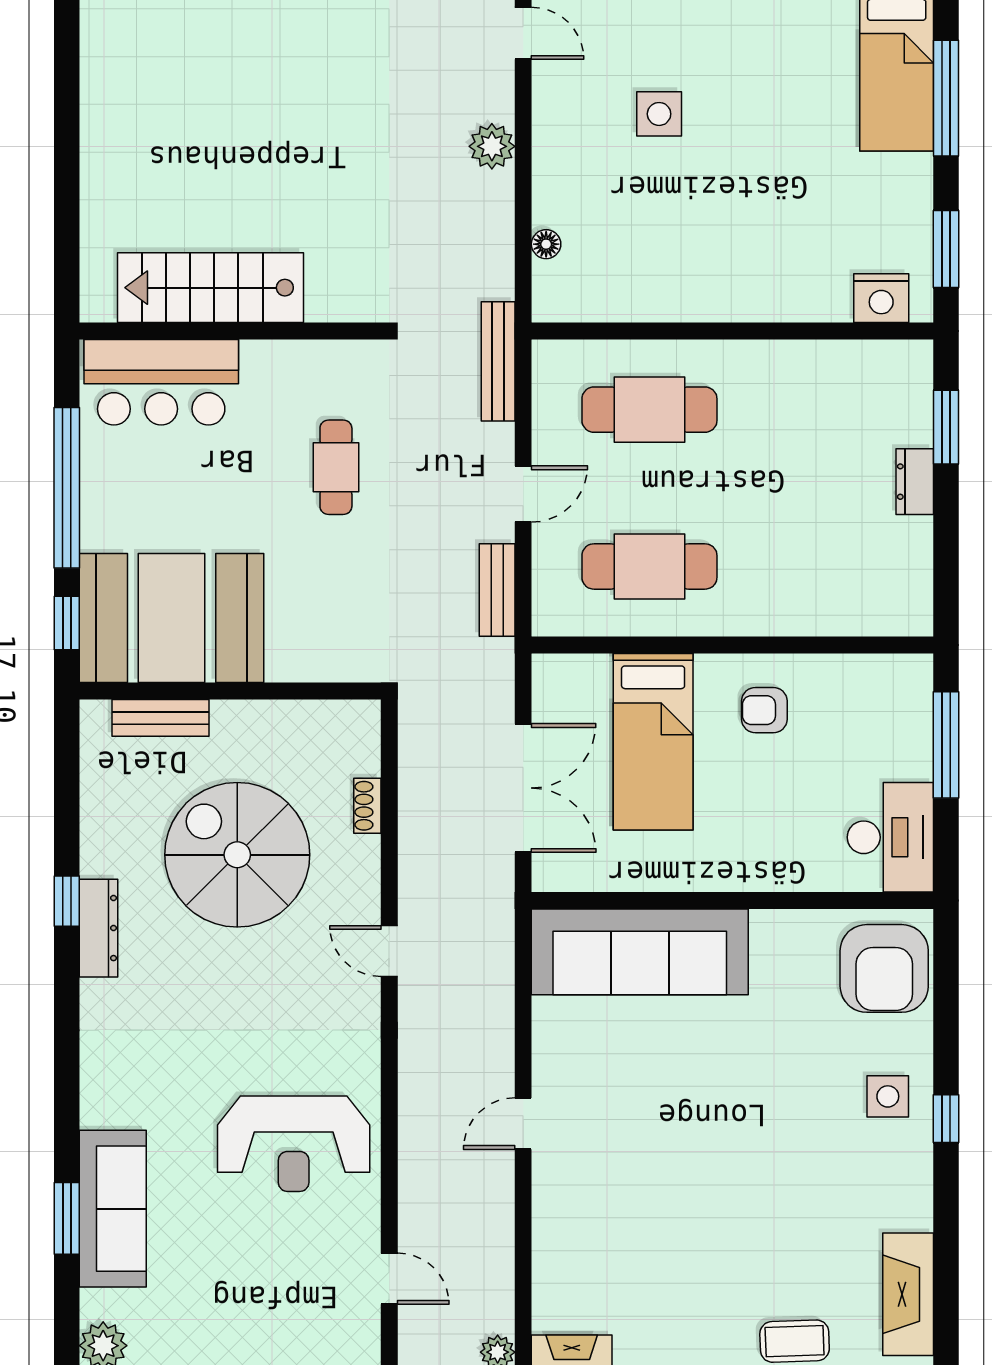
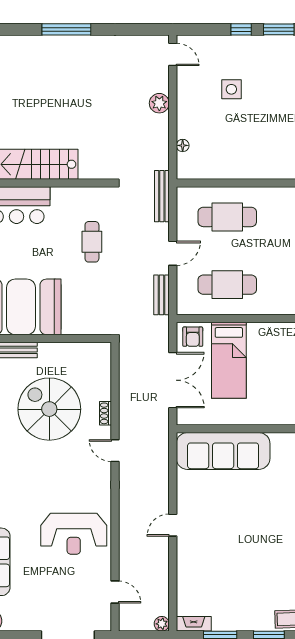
armchair: (764, 710) -> (193, 337), moved, turned -90
shoe rack: (367, 806) -> (106, 413), moved

